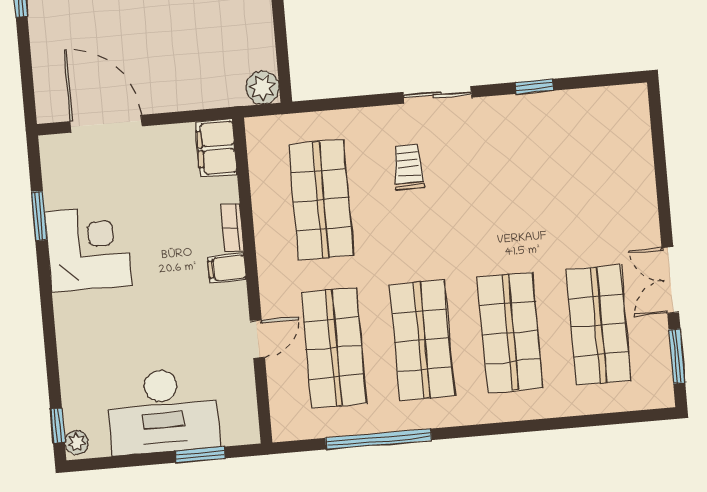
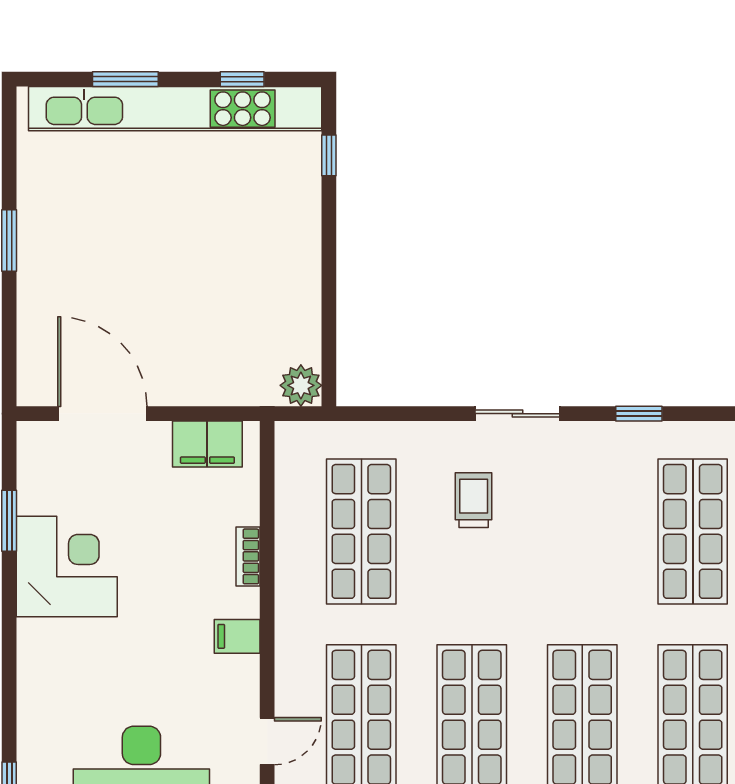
filing cabinet: (216, 148) -> (207, 444), moved, turned -90
shop shelf: (585, 177) -> (693, 531), added
filing cabinet: (227, 268) -> (237, 636), moved
door: (257, 339) -> (267, 741), moved

